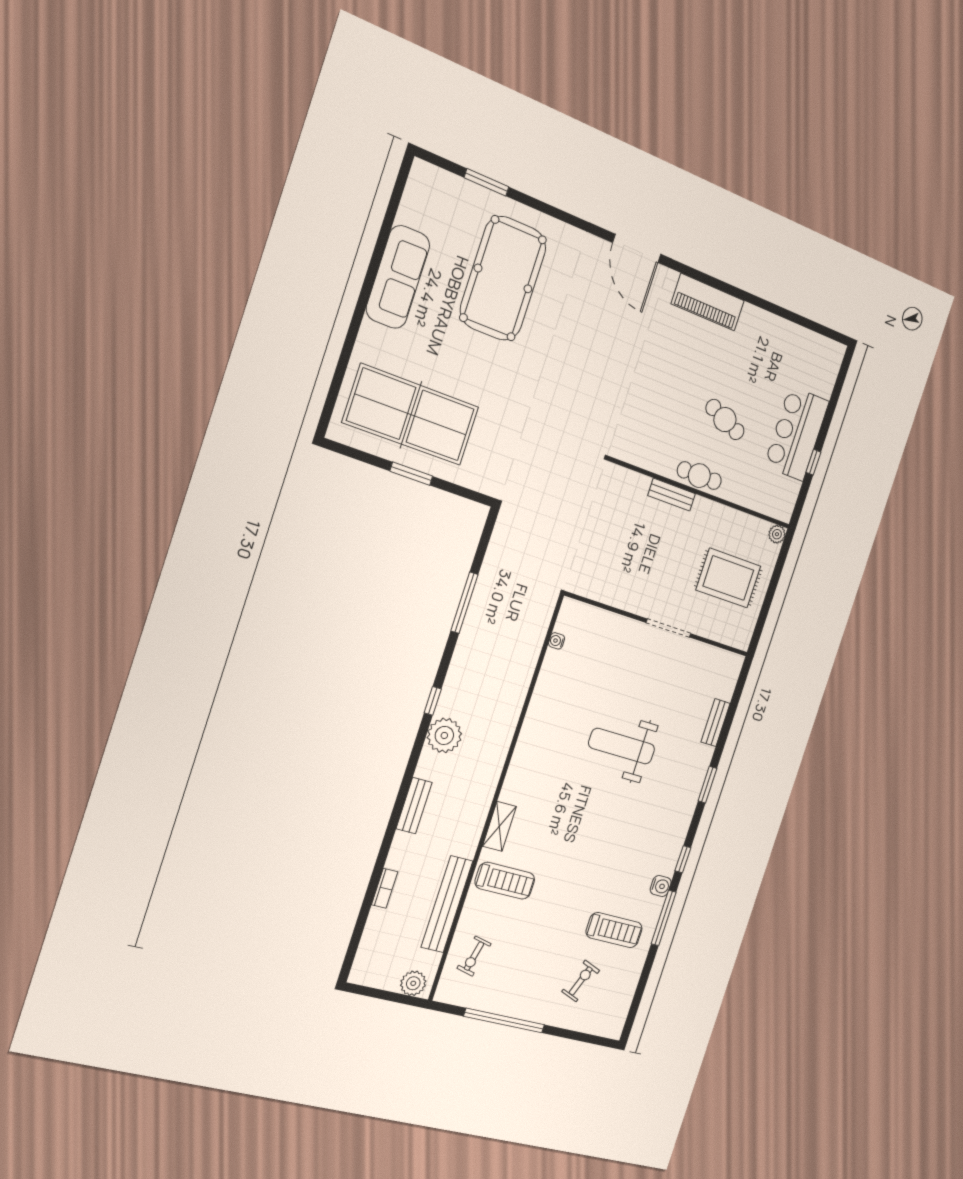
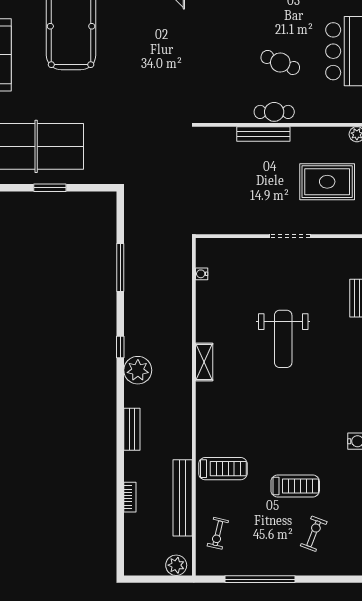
bench: (672, 495) -> (263, 134), width x1.36
weight bench: (622, 746) -> (283, 339), turned -90
shelving: (499, 826) -> (204, 362), moved
treadmill: (614, 930) -> (295, 486), moved

